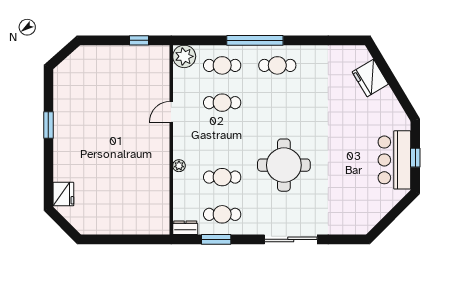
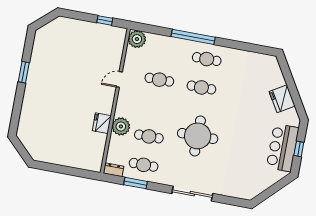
cafe table: (222, 65) -> (201, 87), moved
fridge: (370, 78) -> (282, 99), moved
plant: (179, 166) -> (121, 126), width x1.88, depth x1.88
fridge: (63, 194) -> (102, 123), moved, turned 180

